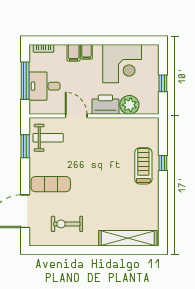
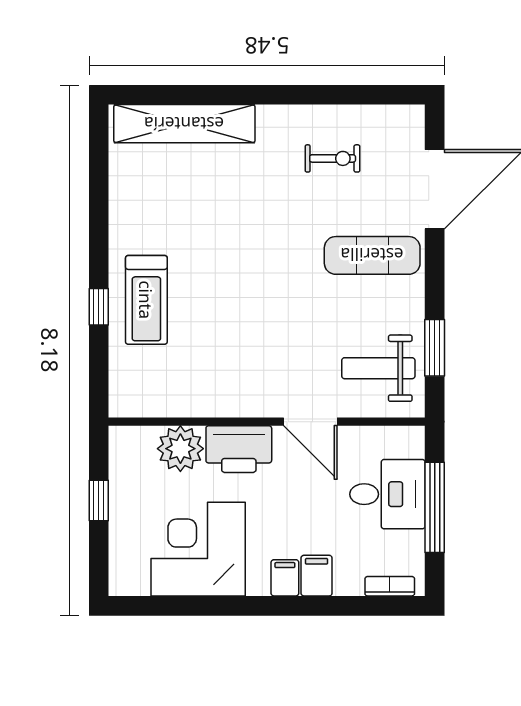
exercise bike: (67, 224) -> (333, 158), width x0.73, depth x0.72

